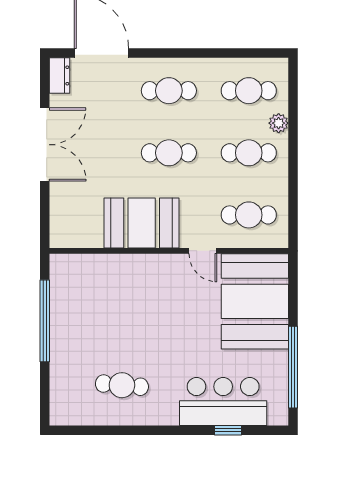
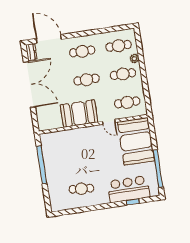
double door: (45, 145) -> (29, 85), width x1.36

